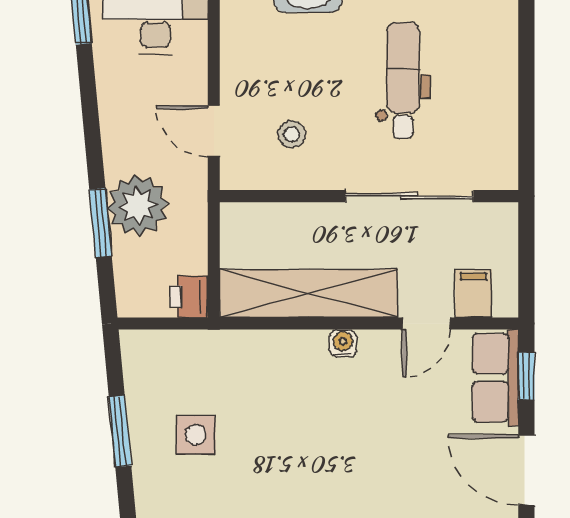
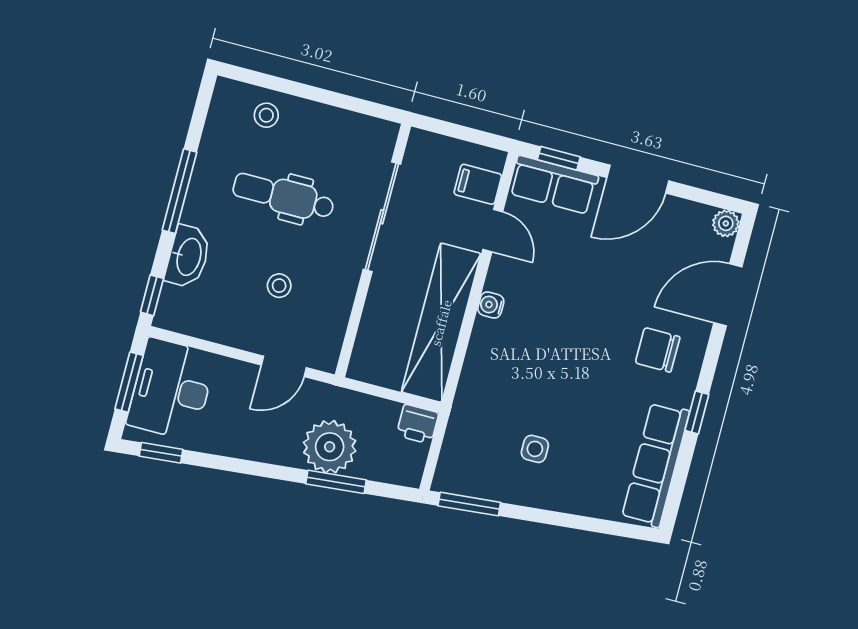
stool: (488, 37) -> (266, 115), added
stool: (292, 134) -> (279, 286), moved
window: (120, 431) -> (469, 504), moved
side table: (196, 435) -> (535, 449), width x0.73, depth x0.73

